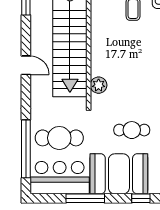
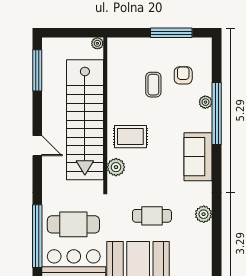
rug: (112, 57) -> (130, 137), added

